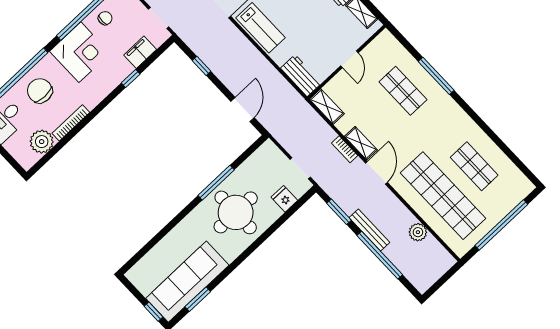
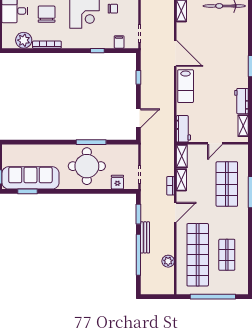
filing cabinet: (140, 52) -> (119, 42), width x0.50
shop shelf: (403, 91) -> (227, 184), width x1.43, depth x1.36
shelving: (361, 143) -> (181, 180), moved

